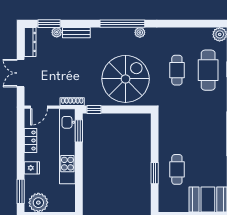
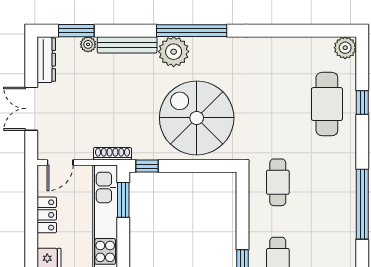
plant: (140, 32) -> (174, 52), moved, width x1.87, depth x1.87
bench: (76, 33) -> (127, 45), width x1.36
cafe table: (177, 70) -> (278, 182), moved
spiral stairs: (126, 79) -> (197, 118), turned -90

